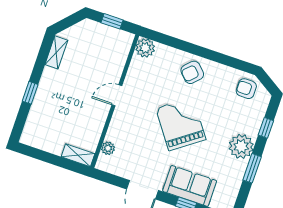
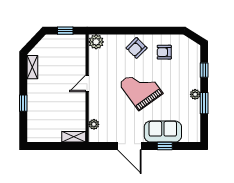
armchair: (246, 89) -> (164, 52), moved
plant: (241, 146) -> (195, 94), width x0.53, depth x0.53

